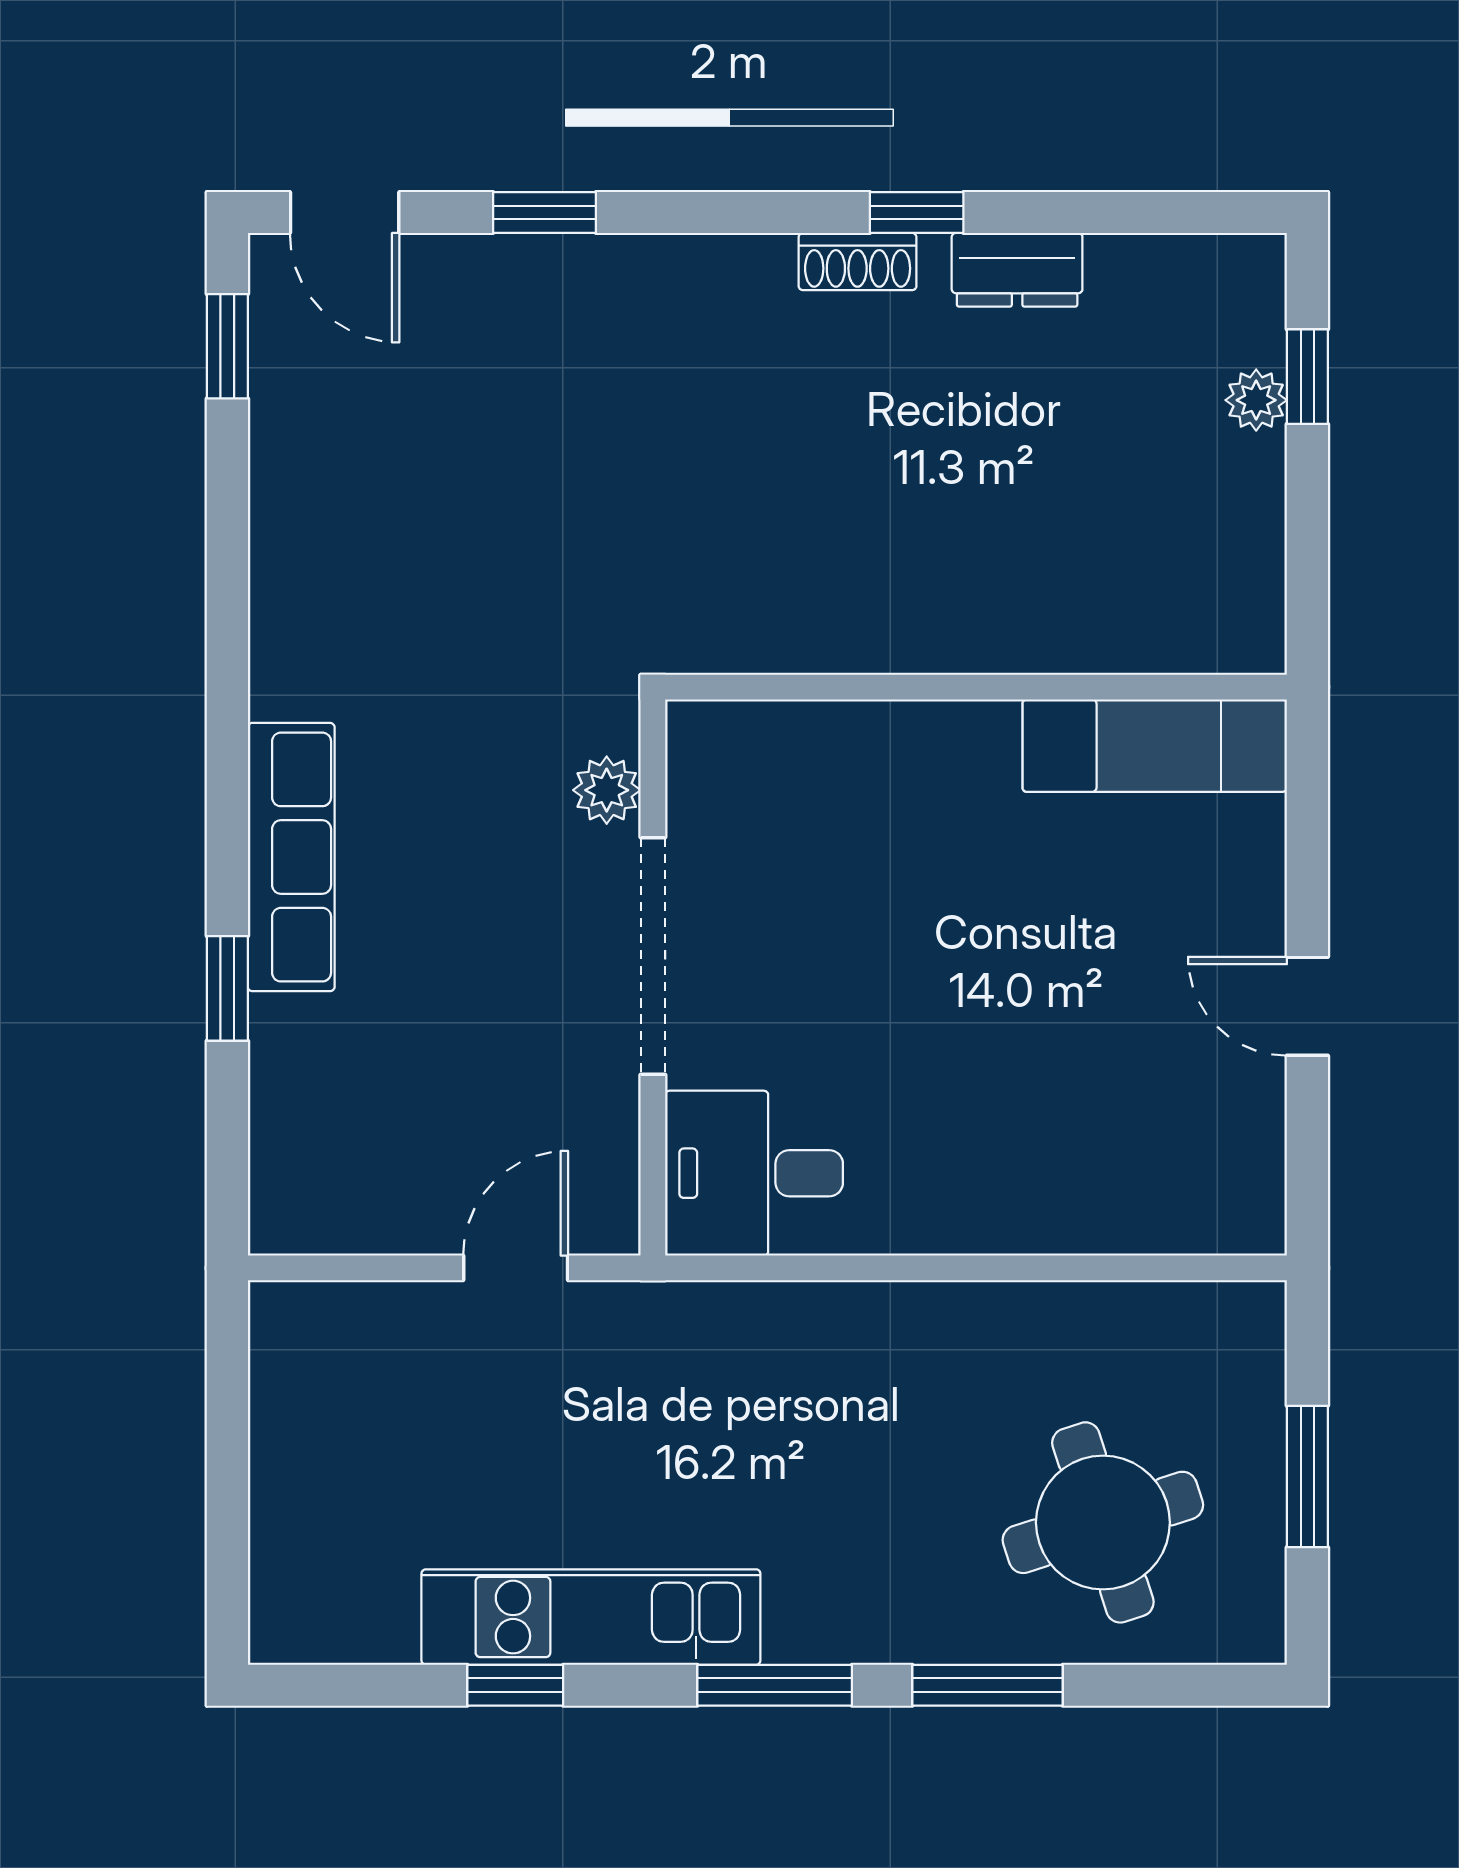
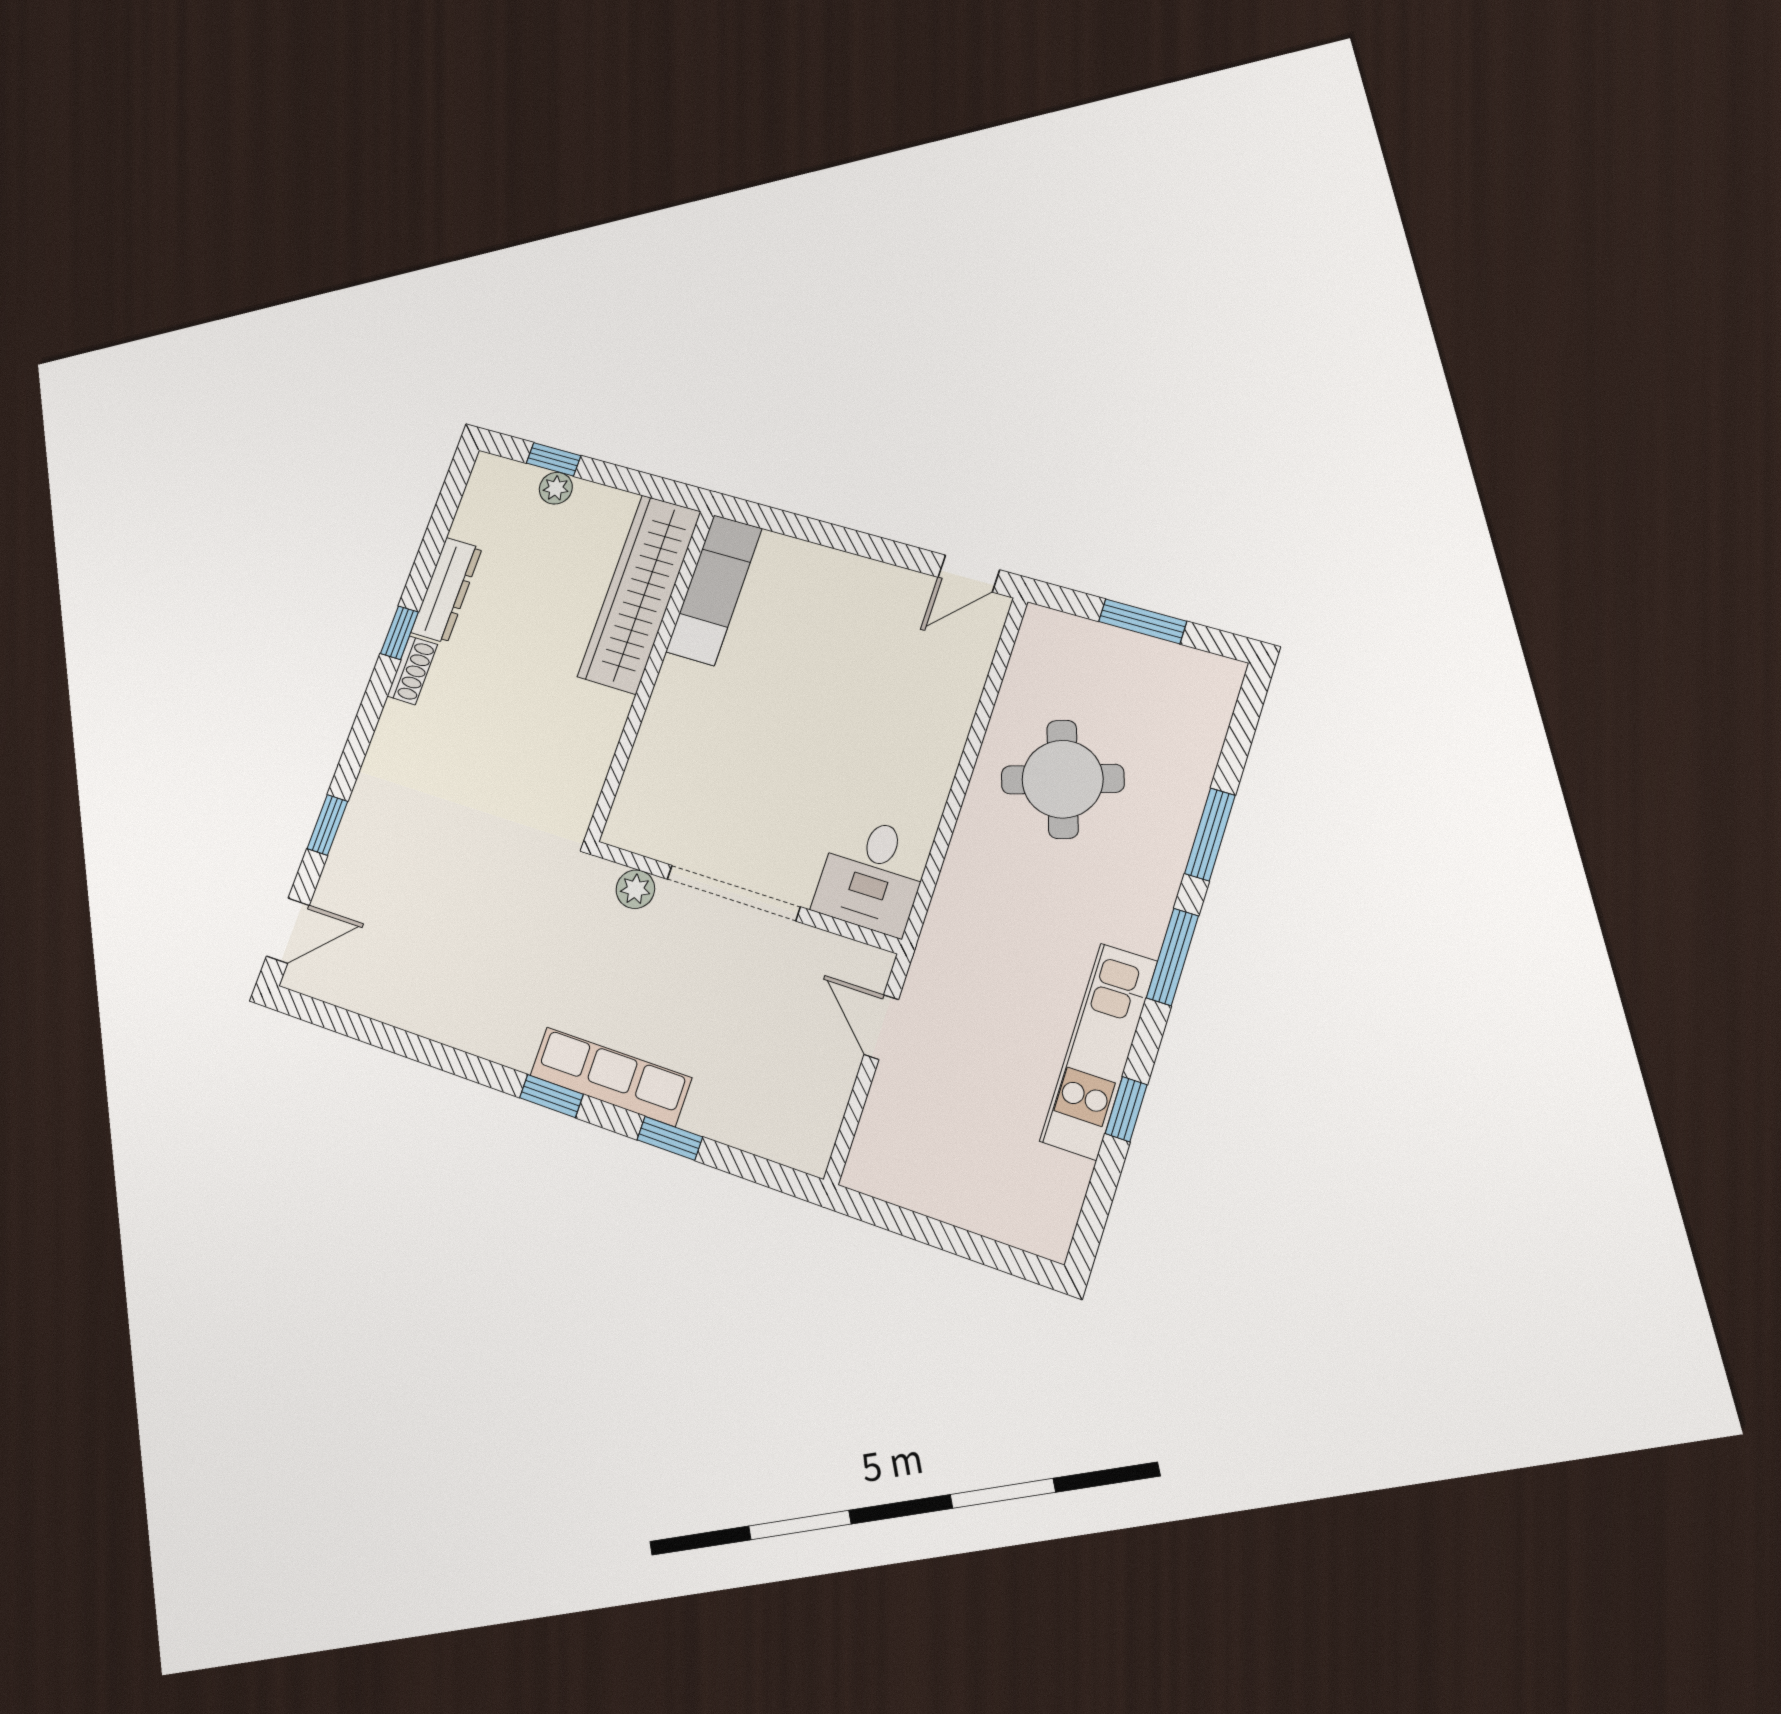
dresser: (1017, 270) -> (447, 590), width x1.44
window: (227, 346) -> (551, 1096), moved
wardrobe: (1110, 618) -> (639, 594), added
door: (1307, 1006) -> (969, 574), moved
round table: (1103, 1522) -> (1063, 779), moved

